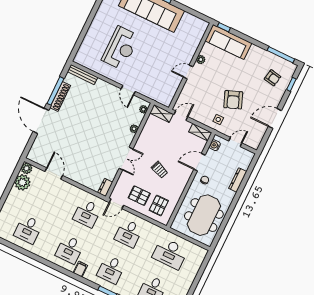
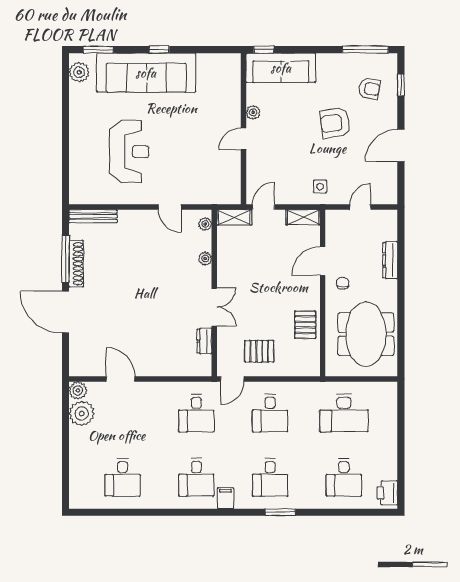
armchair: (233, 100) -> (335, 123), moved, turned 103
water cooler: (215, 145) -> (333, 226), removed
trolley: (159, 170) -> (270, 300), removed
dresser: (105, 188) -> (204, 341), moved
pallet: (159, 205) -> (305, 325), moved

